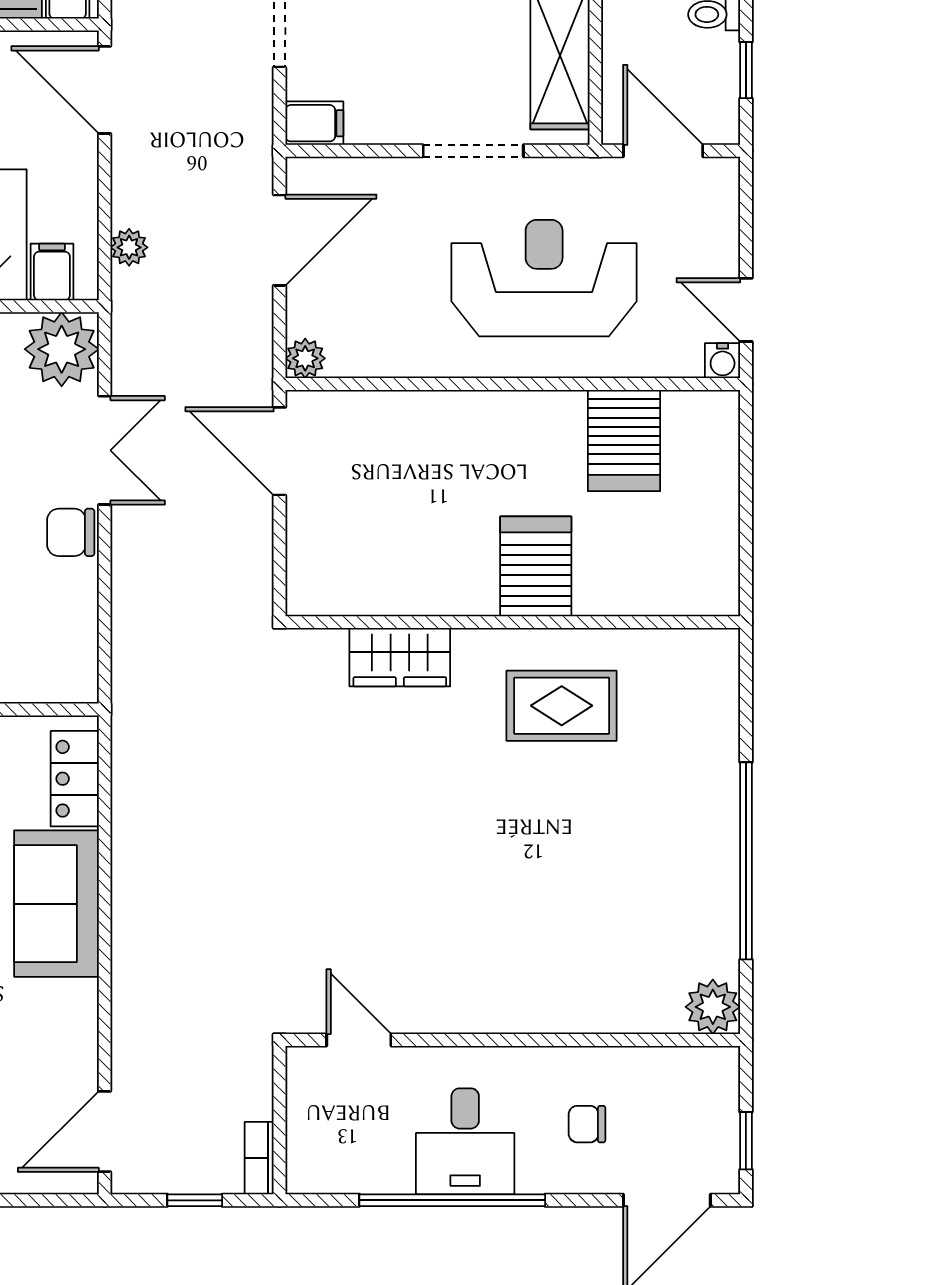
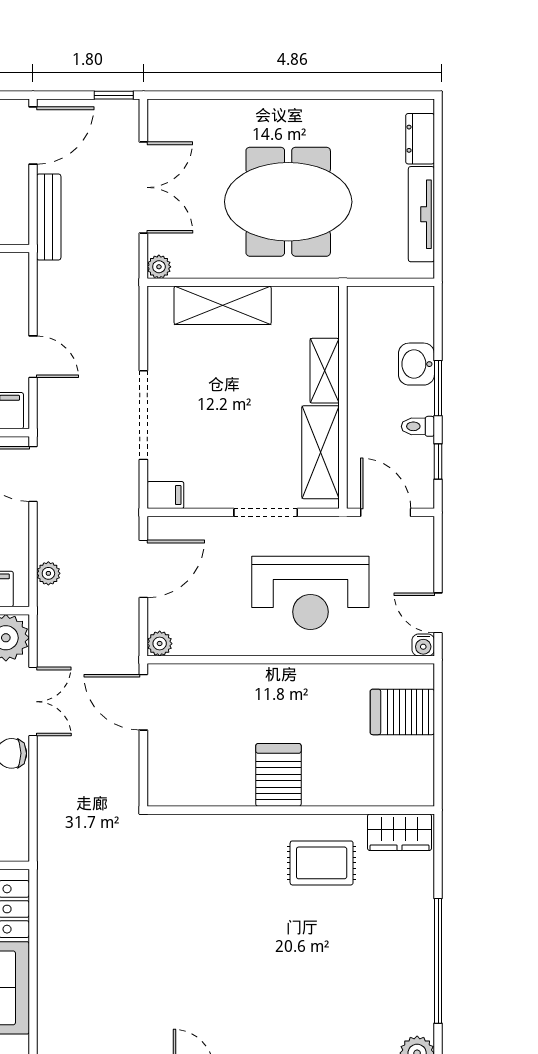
reception desk: (544, 278) -> (310, 593), turned 180
server rack: (624, 440) -> (402, 712), moved, turned 90
server rack: (536, 566) -> (278, 775), moved
wardrobe: (400, 657) -> (399, 832), moved

